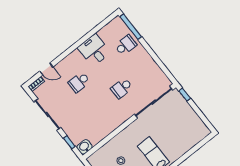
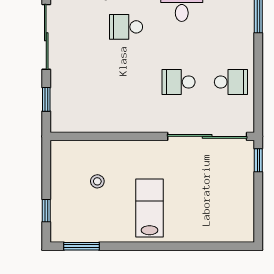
school desk: (126, 45) -> (231, 82), moved
washbasin: (84, 147) -> (62, 122), removed

